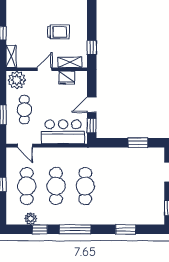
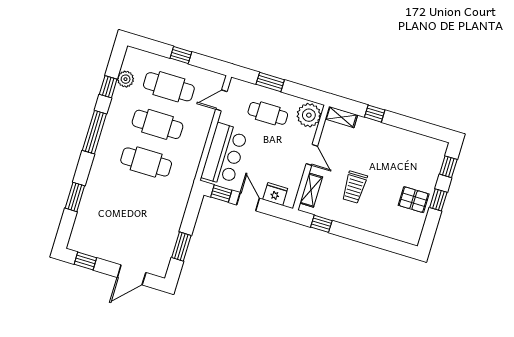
fridge: (67, 78) -> (275, 194), moved, turned 90

